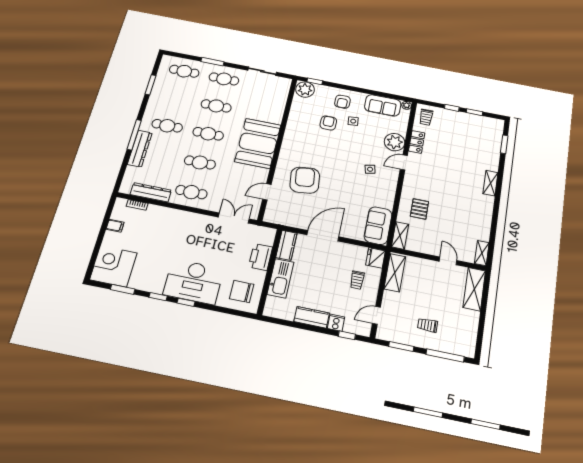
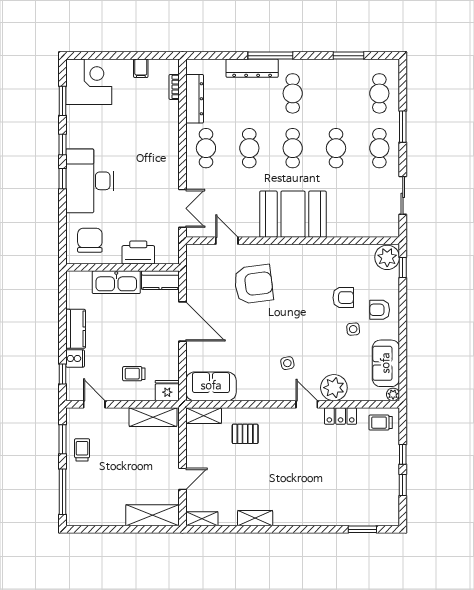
shelving: (490, 183) -> (255, 518), moved
trolley: (428, 325) -> (82, 450), moved

